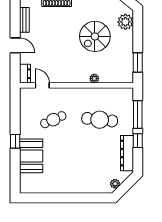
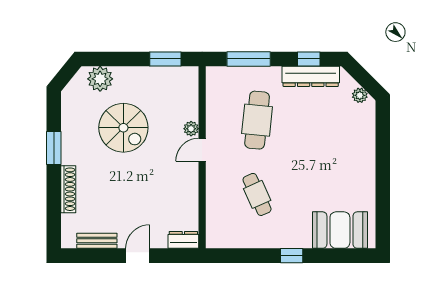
door: (42, 85) -> (202, 150), moved
window: (138, 141) -> (309, 59), moved
booth: (31, 156) -> (340, 230), moved

